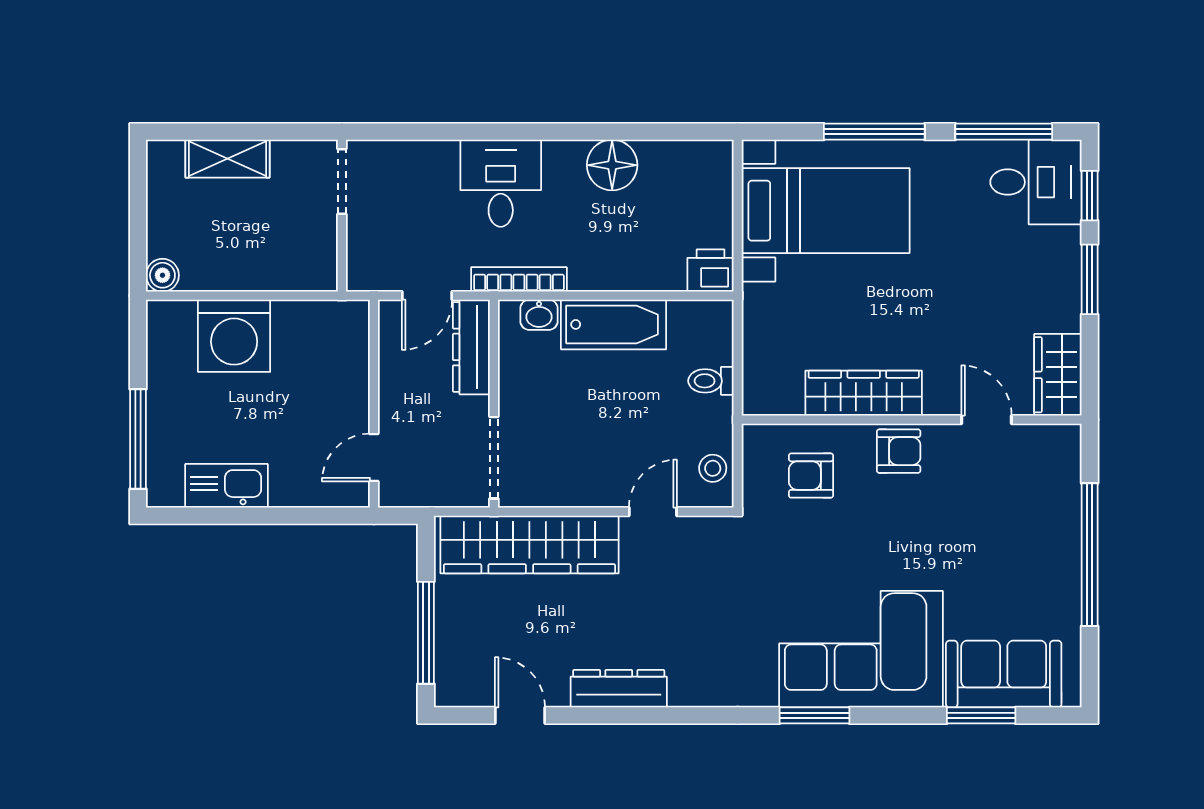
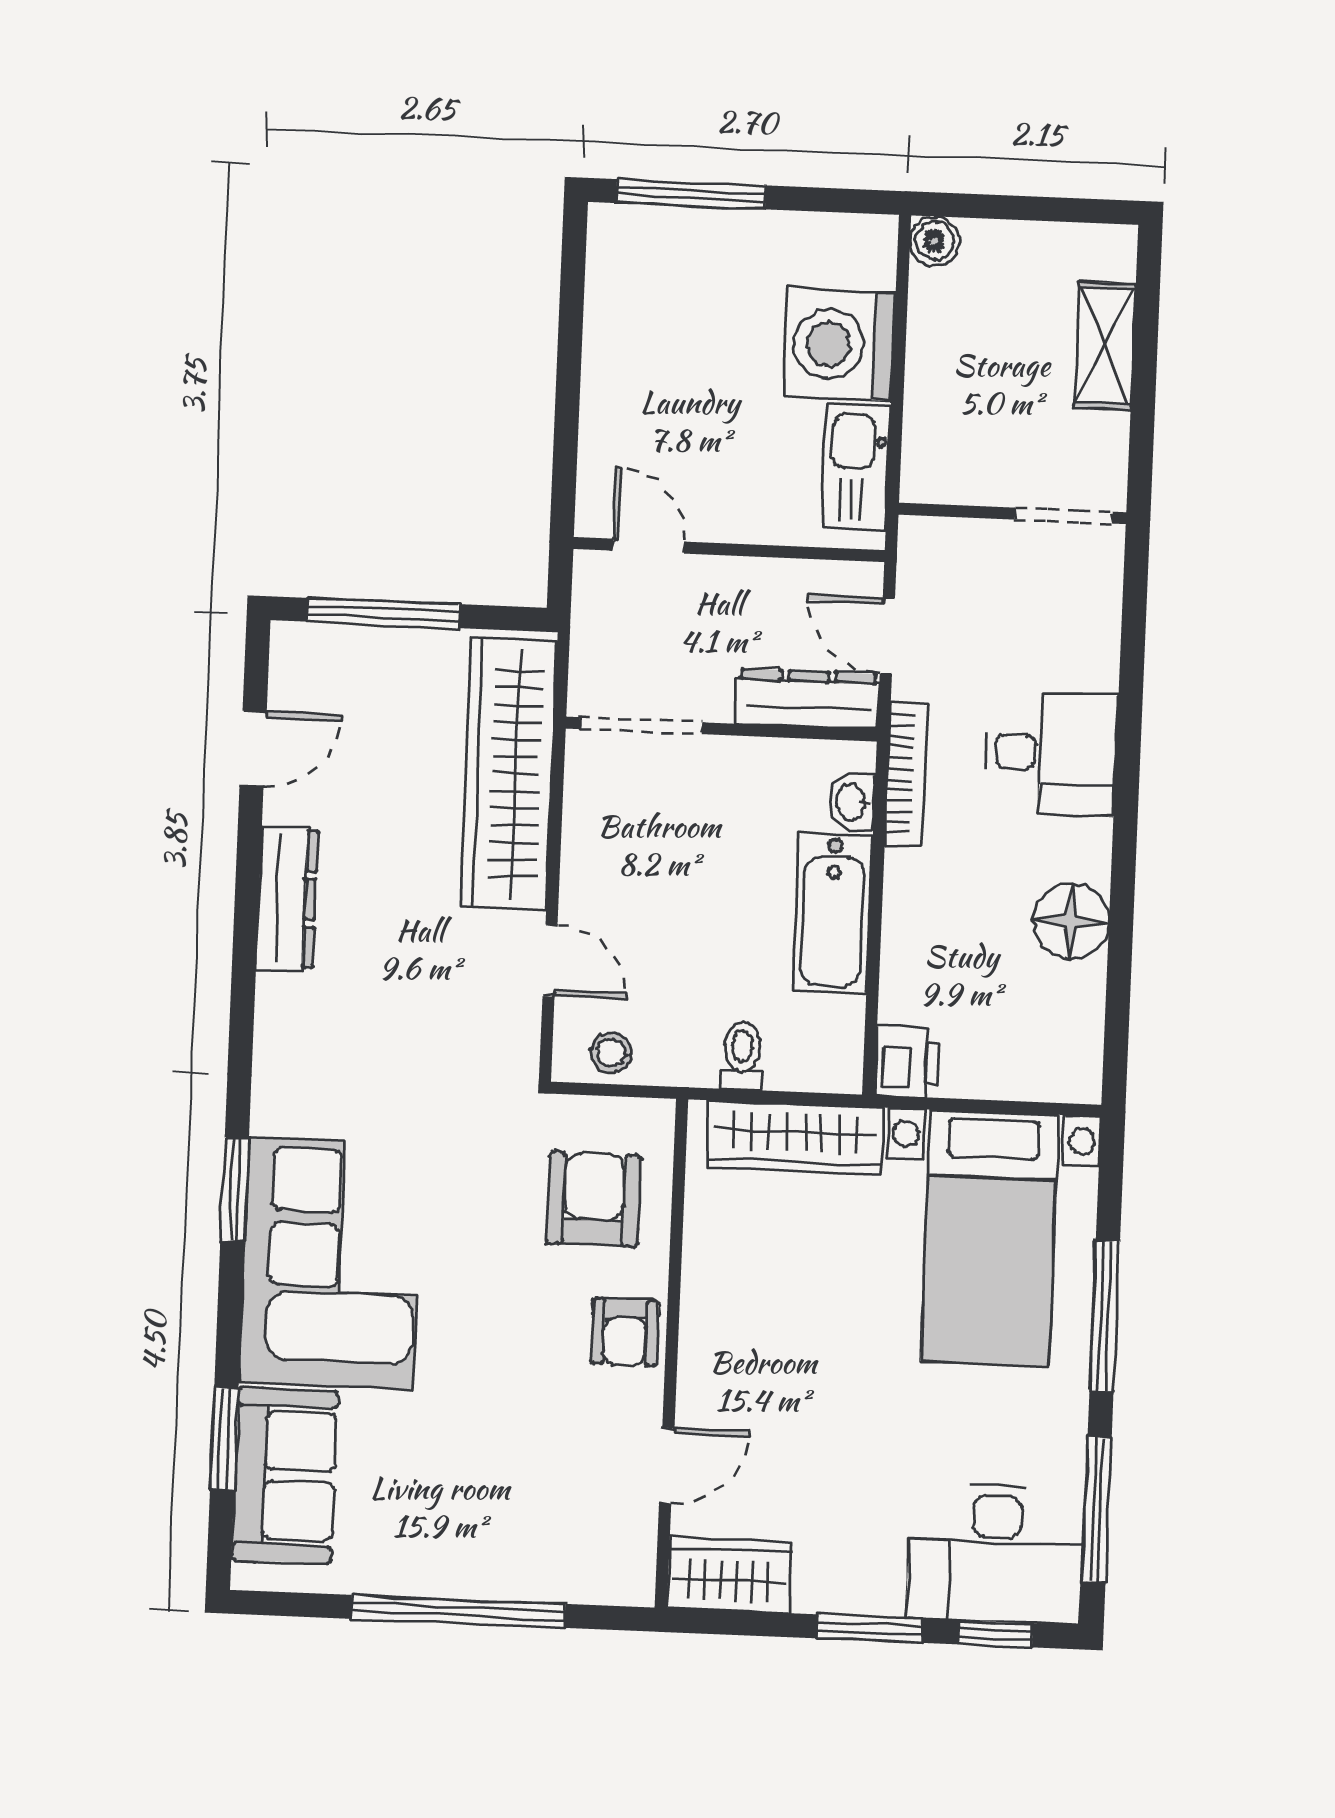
desk: (1036, 182) -> (996, 1553), width x1.37
wardrobe: (864, 393) -> (795, 1138), moved, turned 90
armchair: (811, 476) -> (594, 1199), width x1.38, depth x1.38
kitchen sink: (227, 486) -> (856, 466), moved, turned 180

